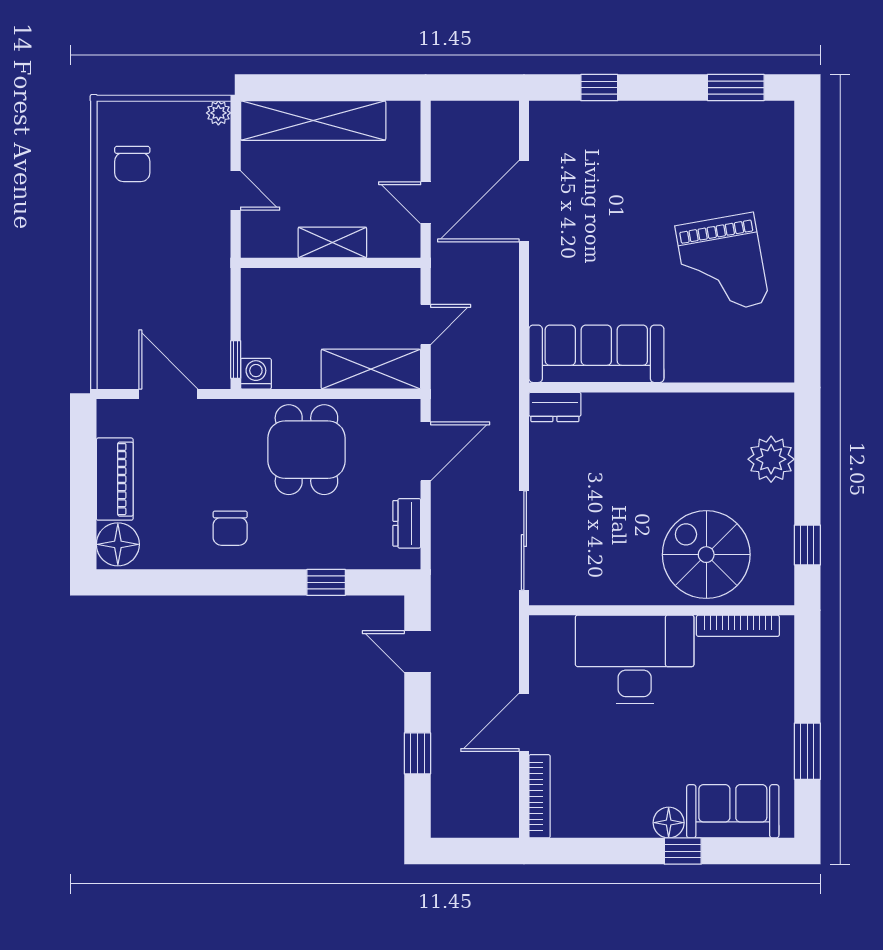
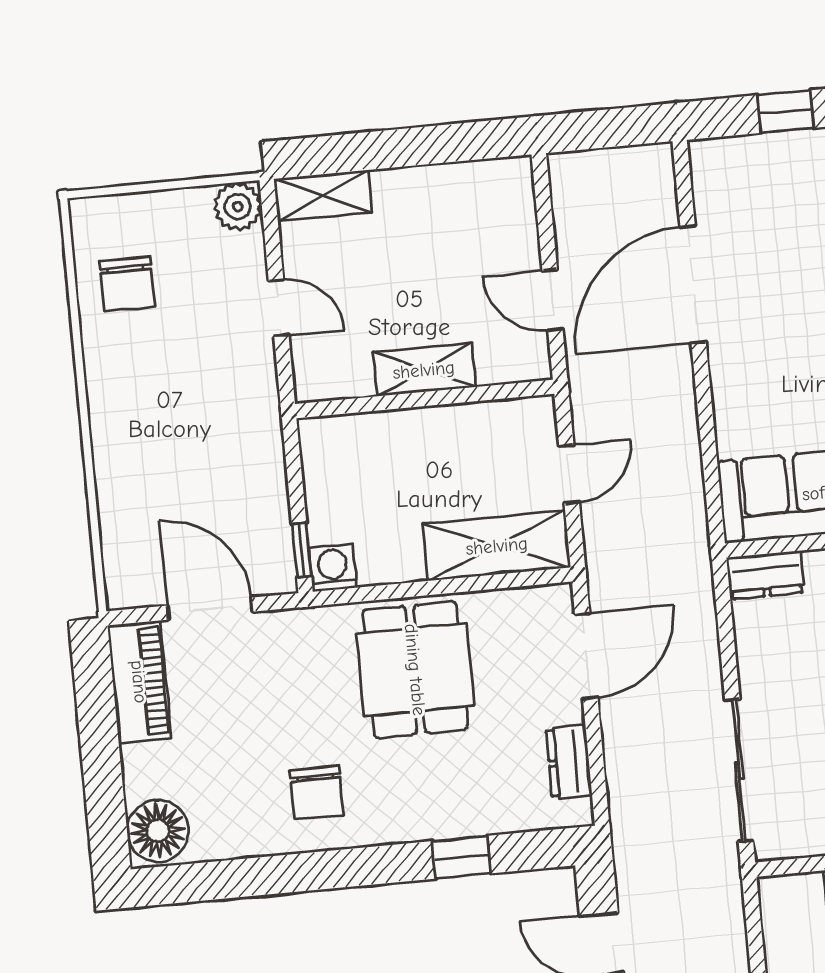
plant: (218, 113) -> (238, 206), width x1.38, depth x1.38
shelving: (313, 121) -> (323, 196), width x0.45, depth x0.75
piano: (115, 479) -> (139, 682), moved

